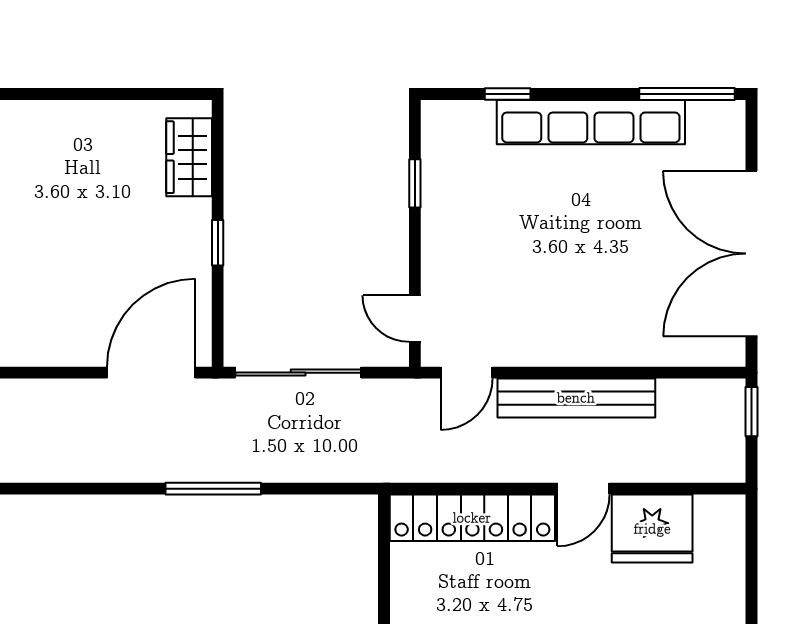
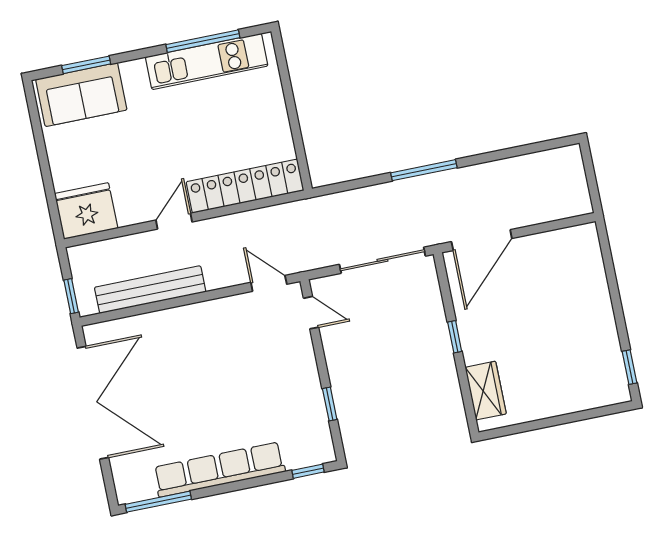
window: (508, 94) -> (308, 471), moved
door: (467, 373) -> (269, 283), hinge flipped
bench: (576, 398) -> (150, 290), moved
fridge: (652, 529) -> (86, 211), moved

